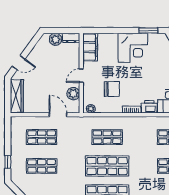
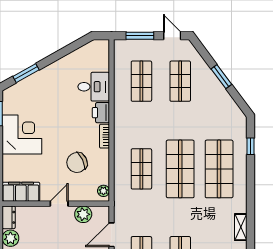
door: (81, 76) -> (59, 204), swing flipped
chair: (112, 89) -> (77, 163), turned -115

